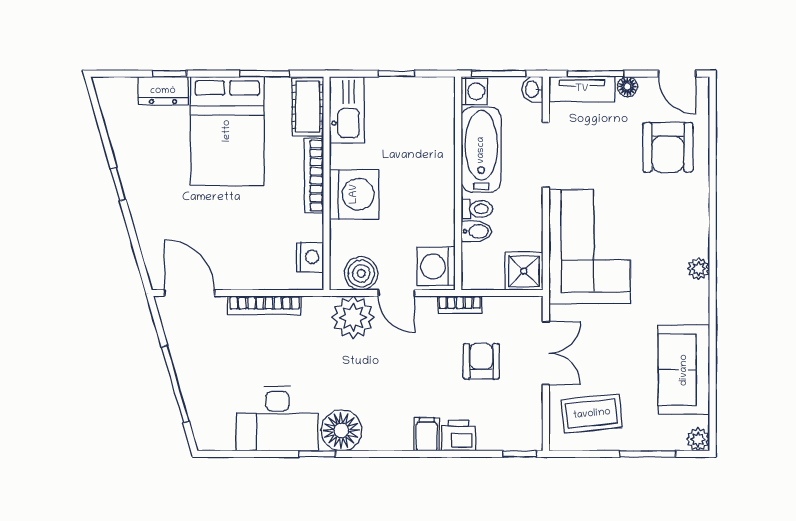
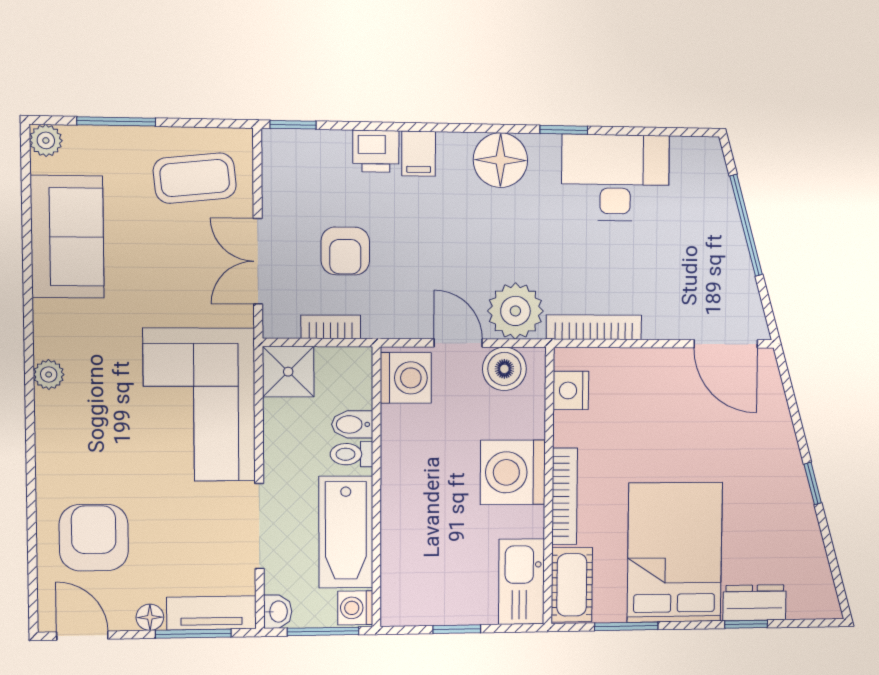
bookcase: (265, 305) -> (594, 327), moved
bookcase: (460, 305) -> (331, 327), moved
floor lamp: (341, 430) -> (500, 160), moved

